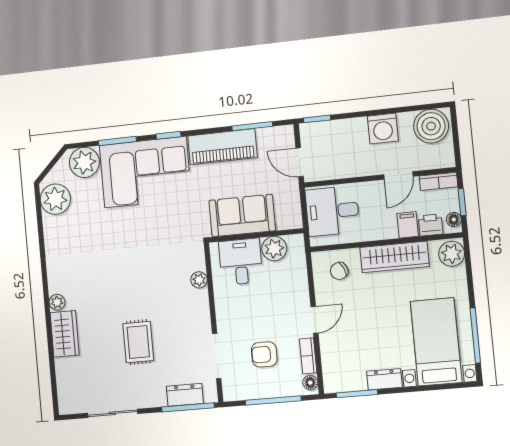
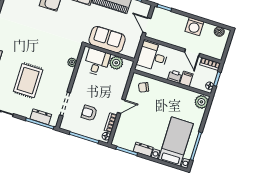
boiler: (431, 126) -> (219, 32), width x0.54, depth x0.54
door: (398, 175) -> (192, 53), hinge flipped
printer: (431, 225) -> (175, 76), moved
wardrobe: (395, 257) -> (173, 92), removed
rug: (138, 342) -> (28, 81), width x1.36, depth x1.43

